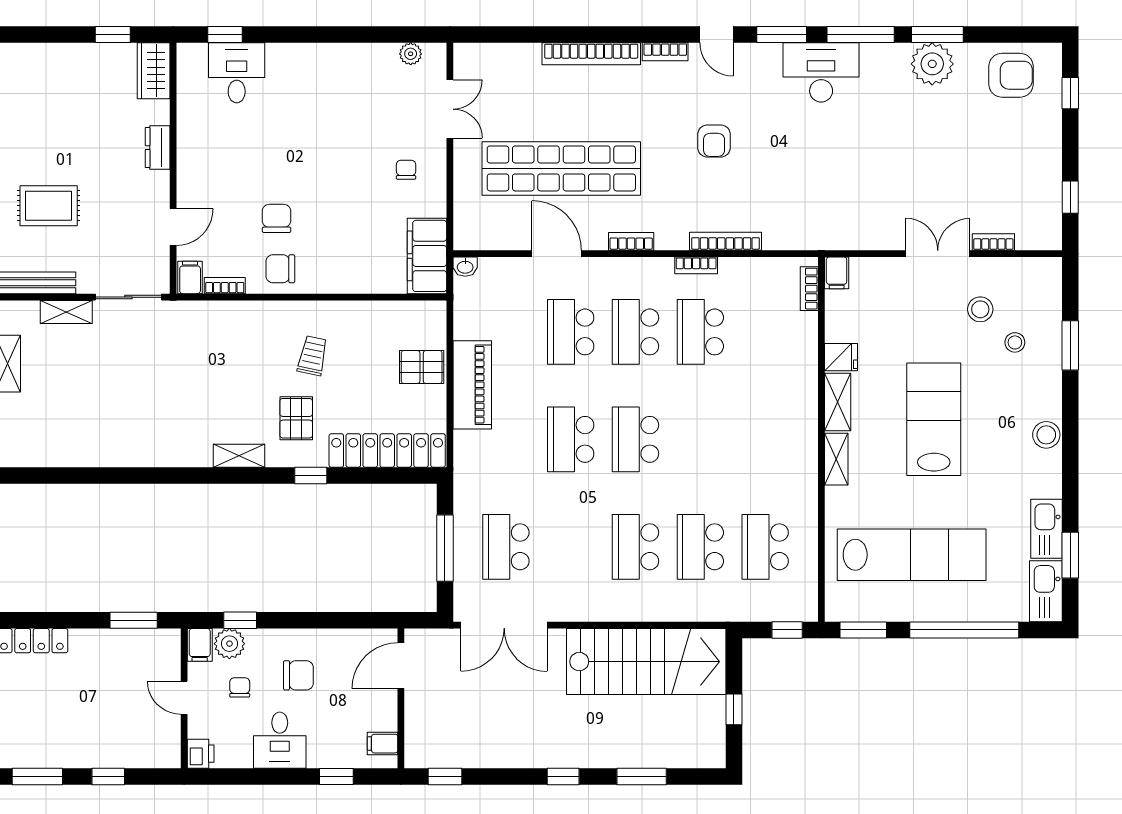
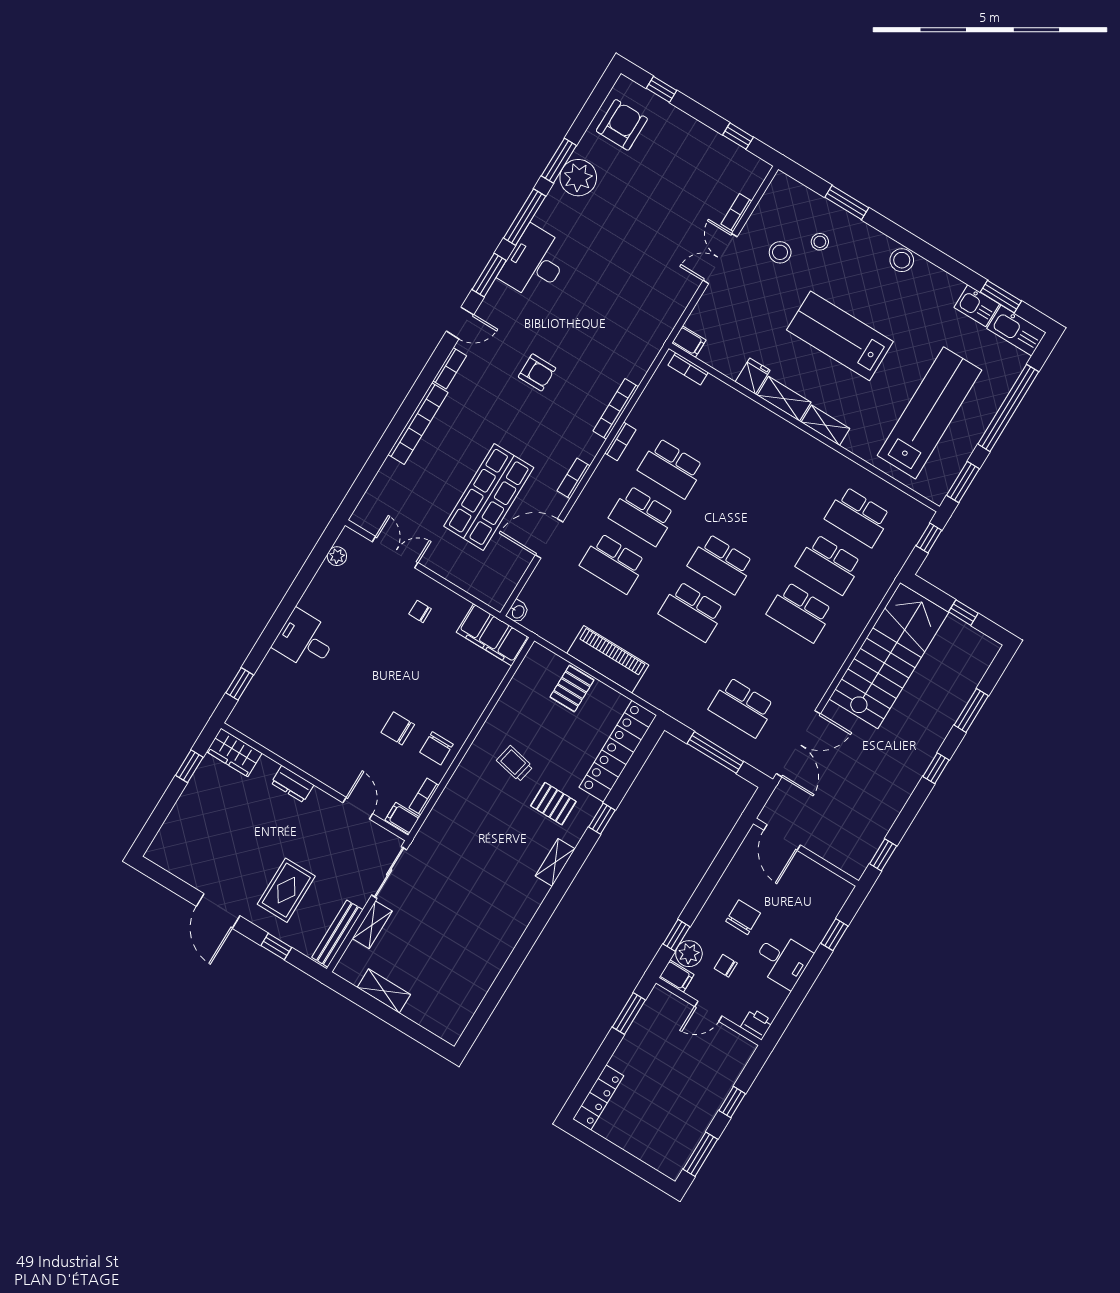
desk: (237, 73) -> (305, 640), moved
shop shelf: (561, 168) -> (489, 497), width x0.71
kitchen sink: (1046, 529) -> (977, 306), width x0.73
filing cabinet: (383, 744) -> (831, 886), removed

